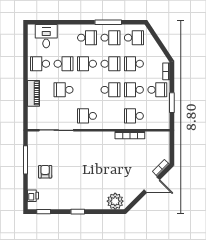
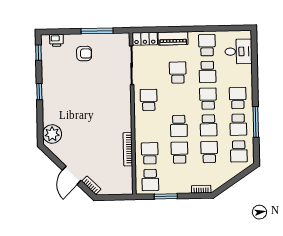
school desk: (87, 38) -> (238, 98), turned 180
school desk: (157, 90) -> (150, 180), moved
locker: (33, 118) -> (145, 39), added

